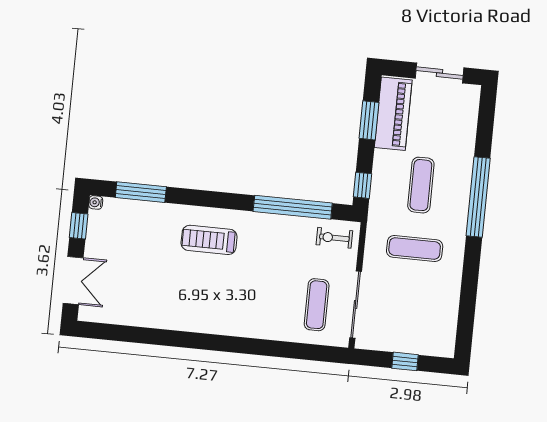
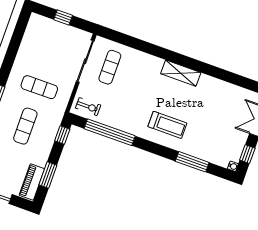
piano: (393, 114) -> (32, 182), width x0.73, depth x0.75
window: (141, 192) -> (192, 162), moved
shelving: (208, 322) -> (181, 73), added

